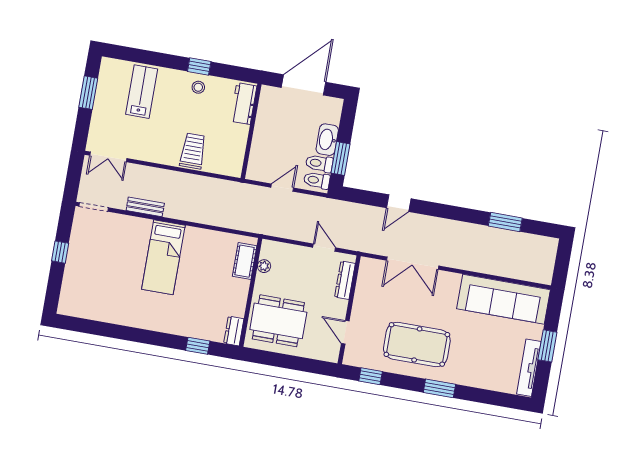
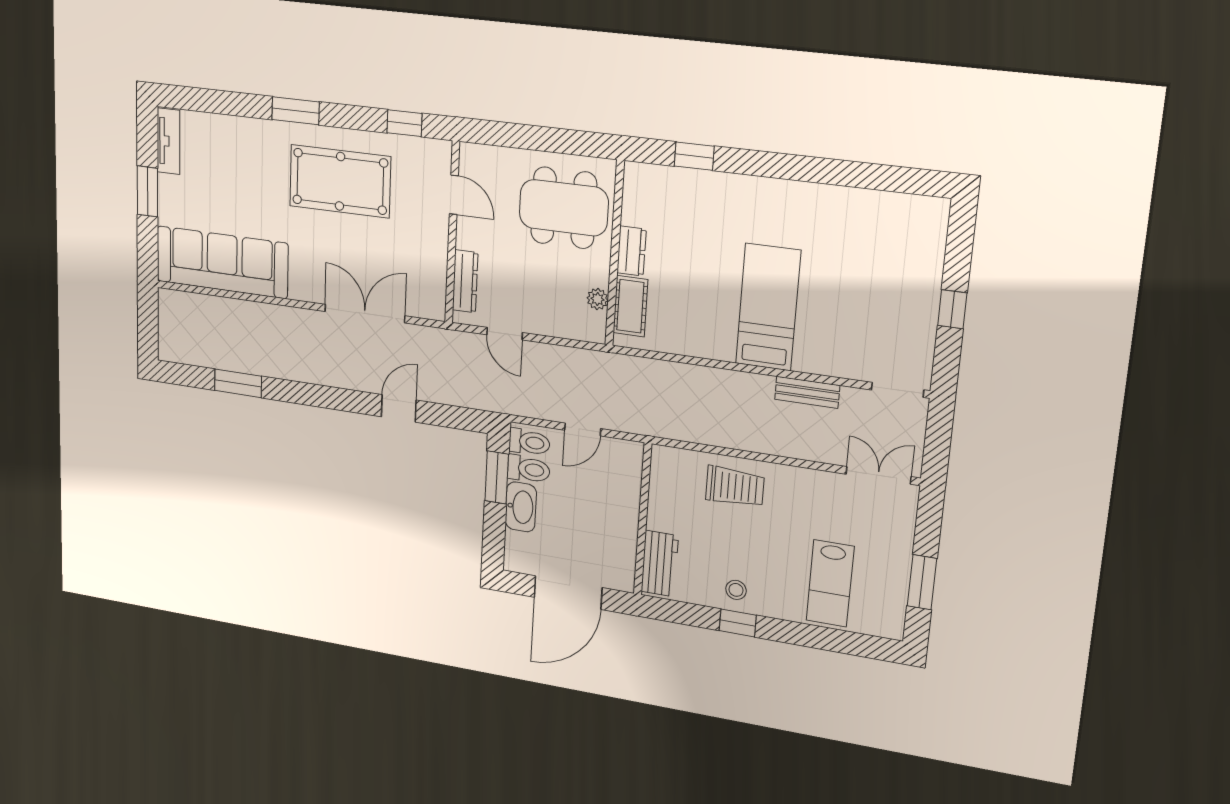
trolley: (193, 151) -> (735, 487), turned -90
dresser: (234, 331) -> (631, 251), moved
tv unit: (529, 368) -> (168, 141), width x0.71

